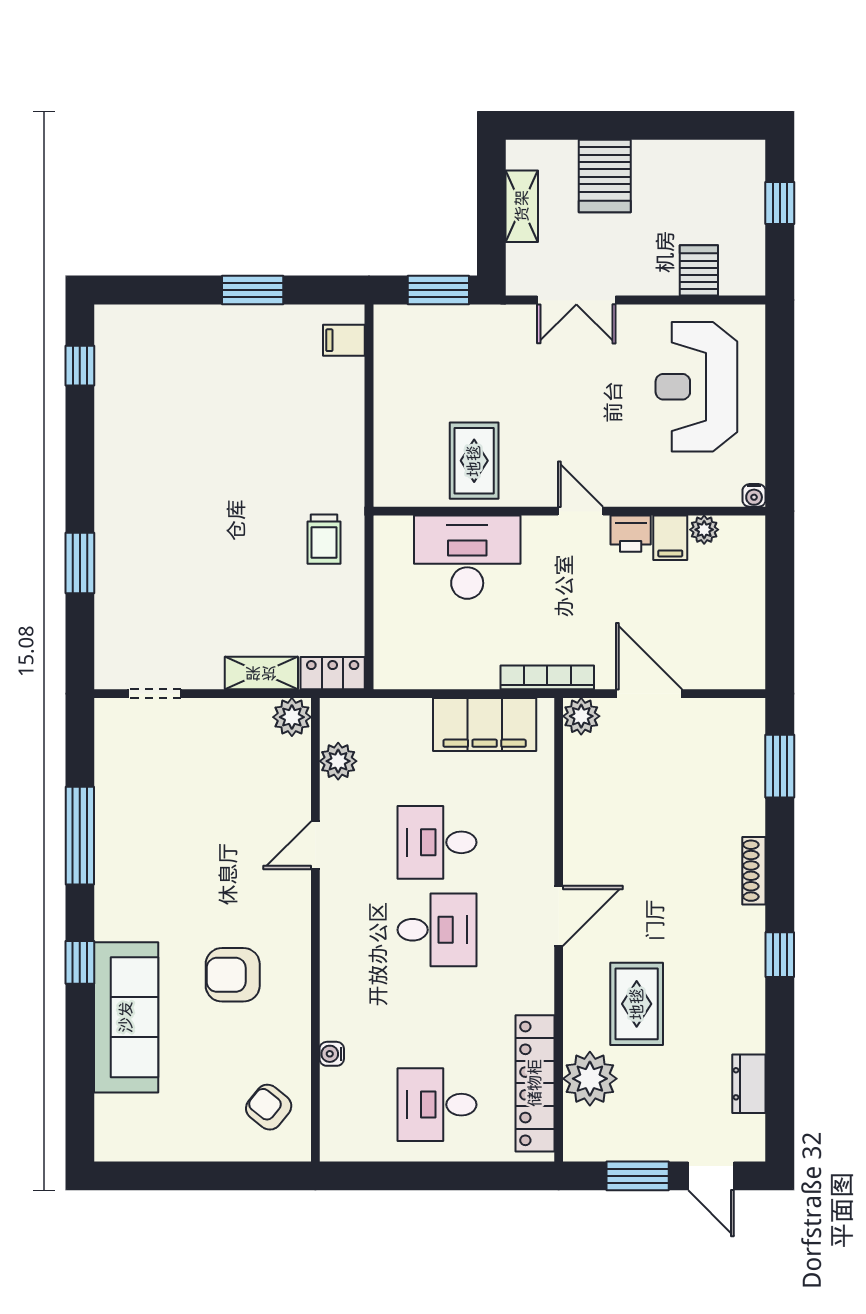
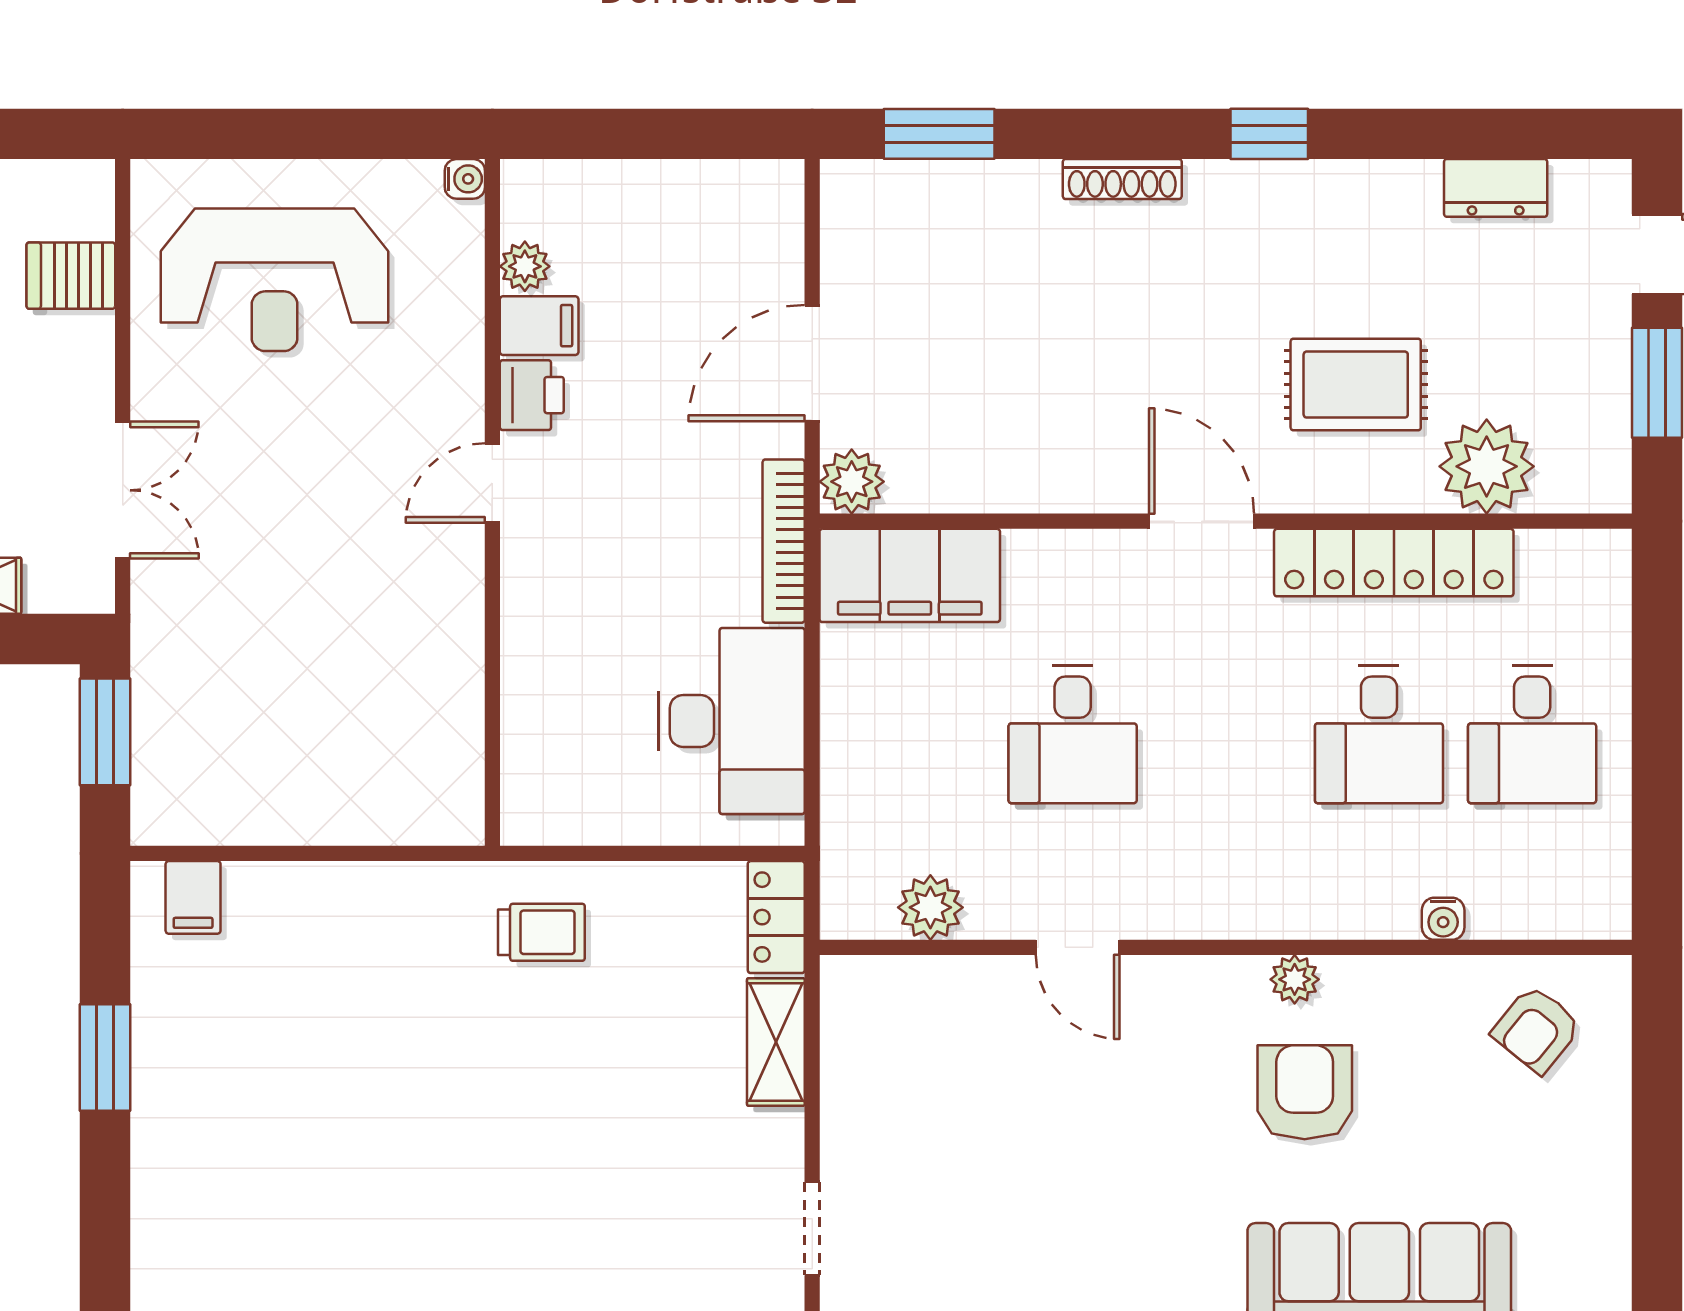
rug: (474, 461) -> (404, 669), removed
desk: (467, 557) -> (731, 721), moved, turned 180
plant: (292, 717) -> (1295, 979), moved, width x0.73, depth x0.73
filing cabinet: (485, 725) -> (910, 575), moved, turned 90
desk: (437, 930) -> (1379, 734), moved, turned 180
armchair: (233, 975) -> (1305, 1092), turned 180
locker: (535, 1083) -> (1394, 563), moved

